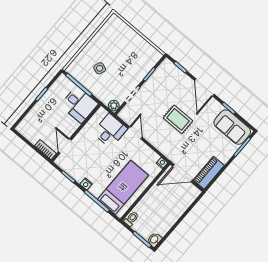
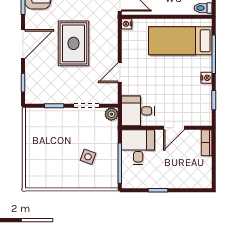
rug: (178, 119) -> (73, 43), width x1.36, depth x1.43
desk: (110, 131) -> (138, 111), moved
door: (65, 146) -> (174, 128), moved

